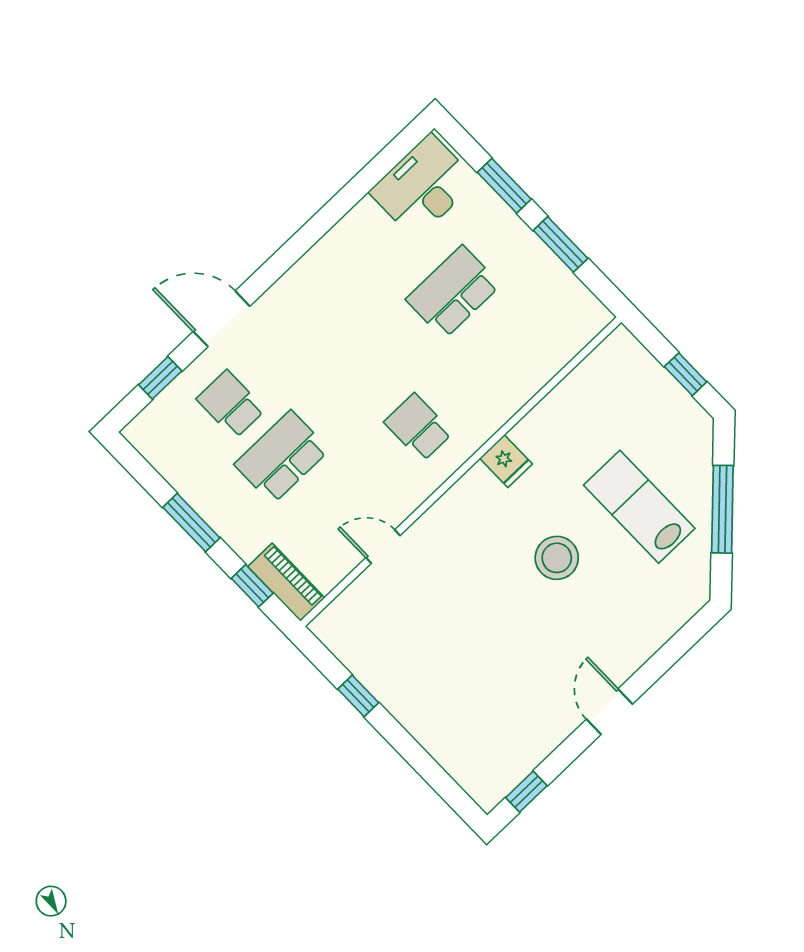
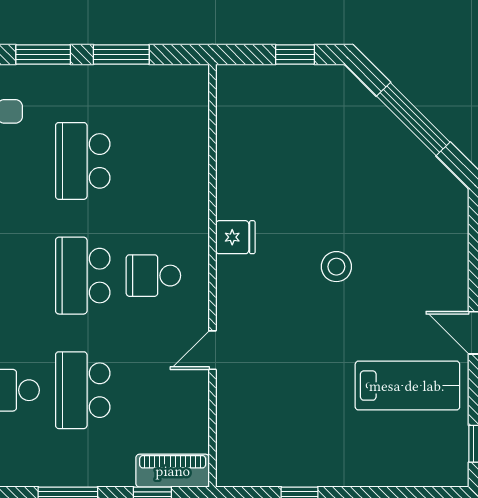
school desk: (367, 375) -> (83, 276), added
lab bench: (639, 507) -> (407, 386), moved, turned 180
door: (383, 547) -> (212, 350), moved
stool: (557, 558) -> (336, 267), width x0.73, depth x0.73

